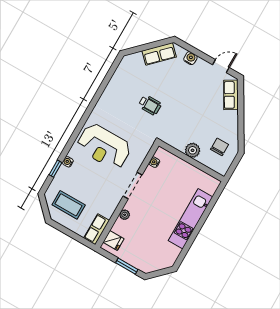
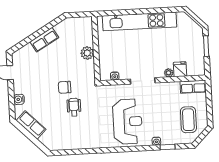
row of seats: (231, 95) -> (44, 40), moved
chair: (220, 147) -> (65, 87), moved
kitchen unit: (190, 219) -> (140, 21), width x1.36
fridge: (113, 241) -> (180, 69), moved

